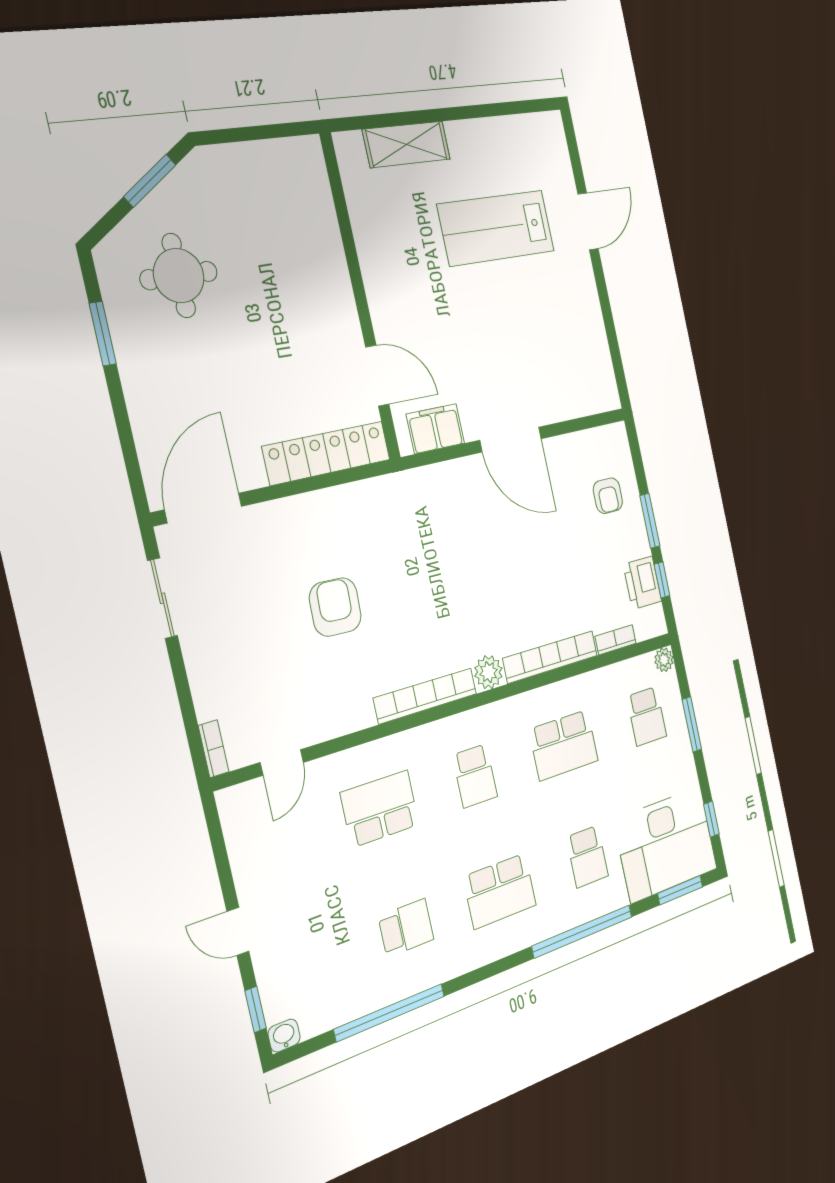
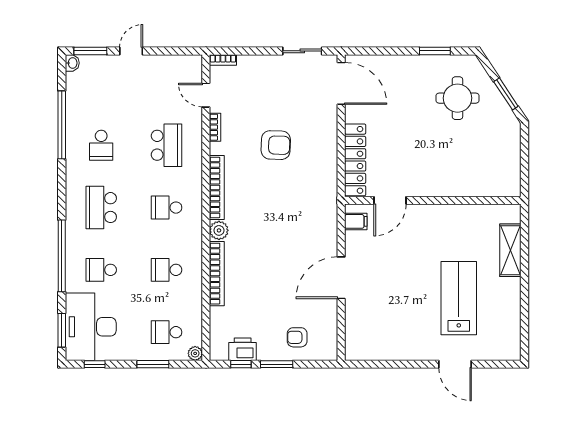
filing cabinet: (435, 429) -> (356, 221), width x0.50
bookcase: (616, 640) -> (215, 127), moved
school desk: (564, 745) -> (167, 270), width x0.54
window: (256, 1009) -> (90, 51), width x1.50

